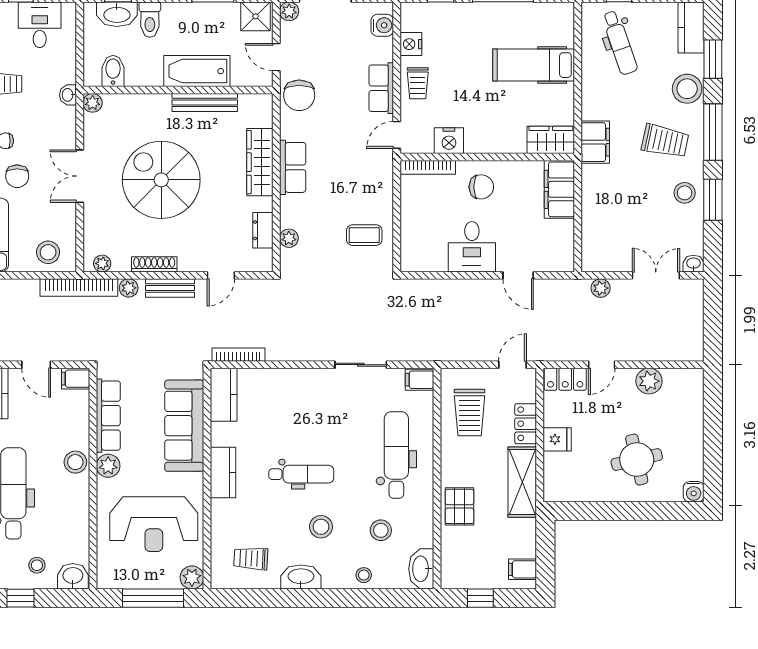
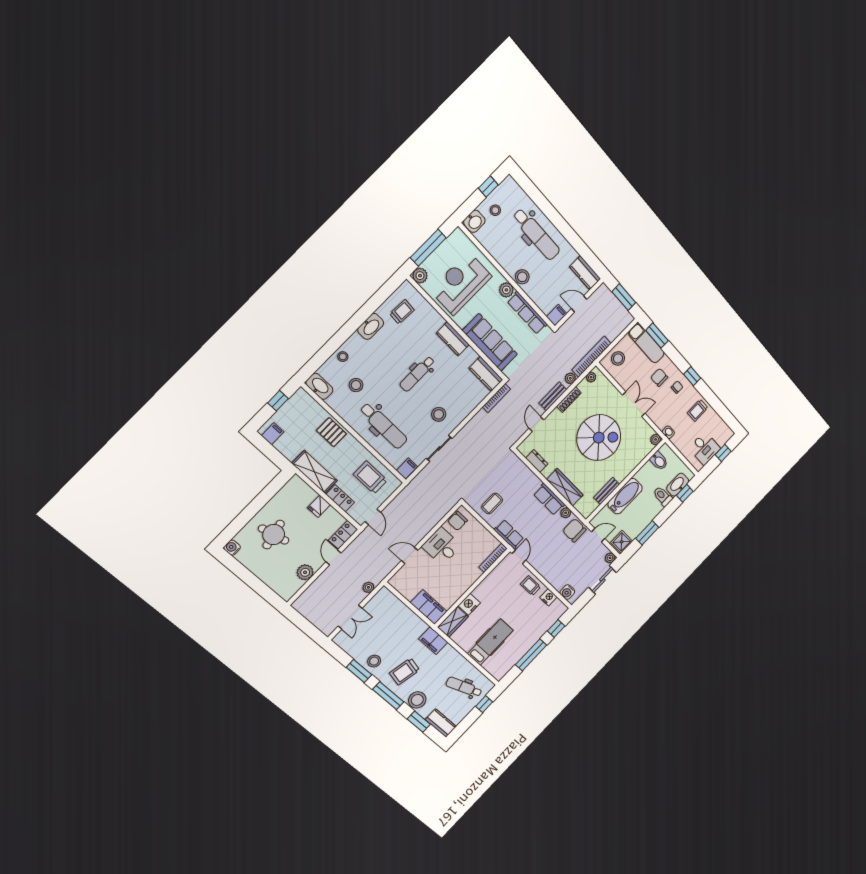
row of seats: (381, 88) -> (509, 534), moved
bench: (205, 102) -> (607, 491), width x0.73
nightstand: (449, 141) -> (469, 604), moved
chair: (481, 187) -> (458, 521), moved
plant: (289, 238) -> (566, 513), moved
washbasin: (693, 264) -> (339, 639), removed
stool: (321, 527) -> (439, 414), moved

